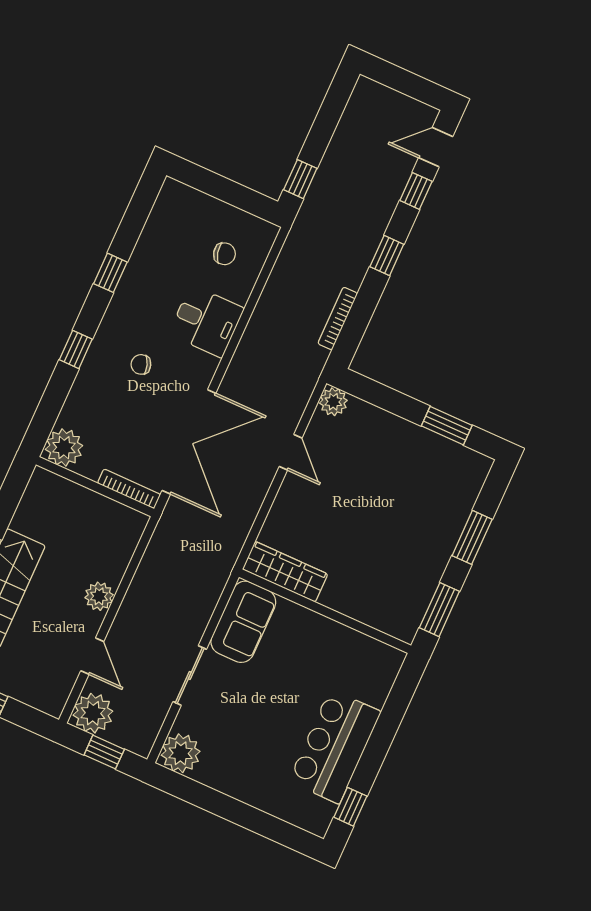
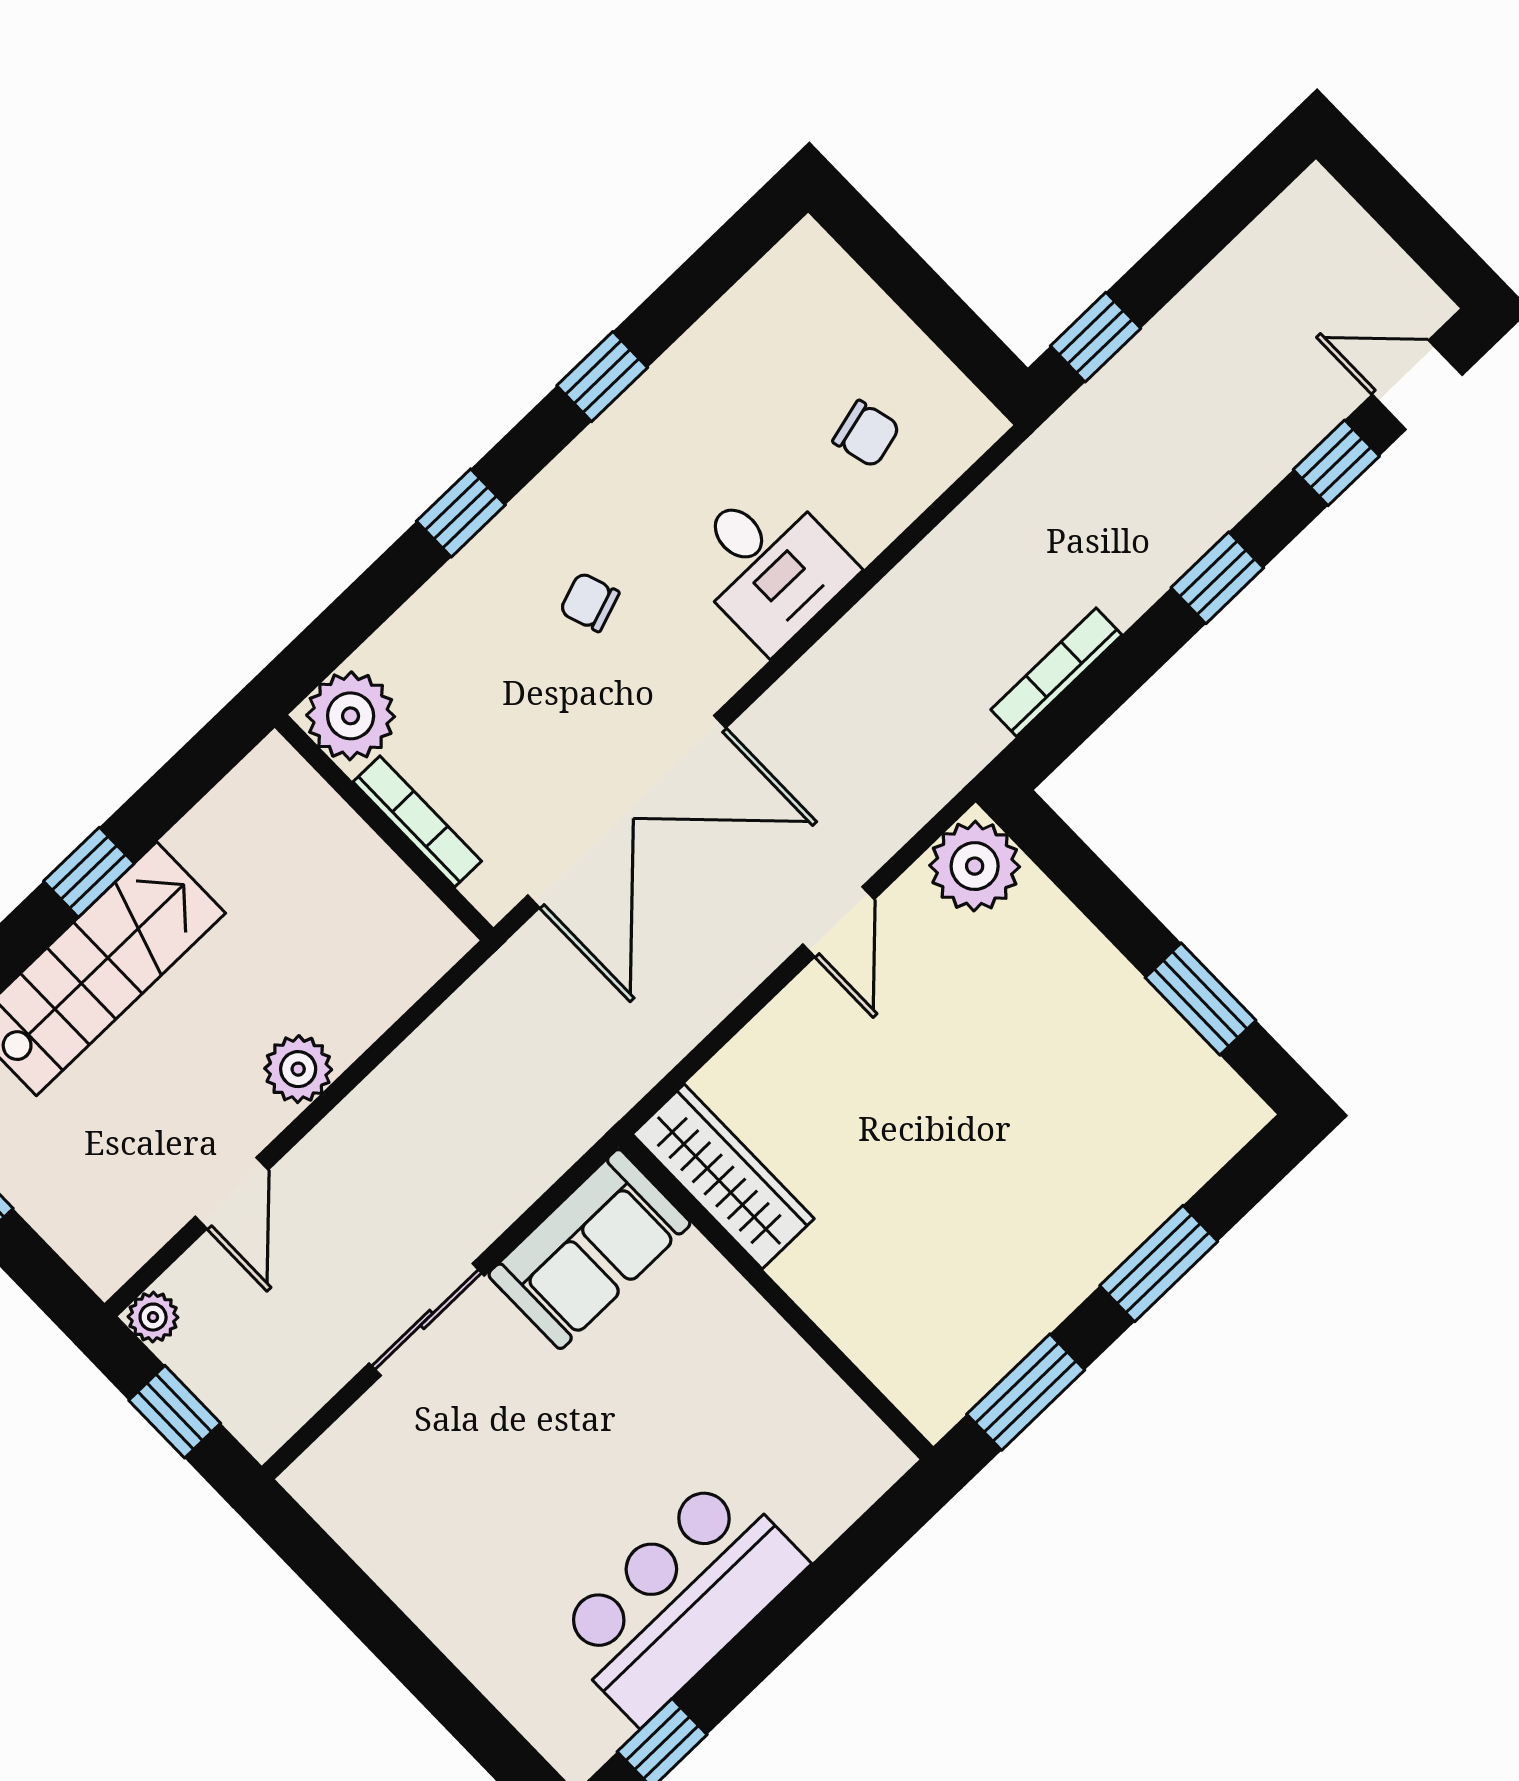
plant: (333, 402) -> (975, 866), width x1.36, depth x1.36
bookcase: (129, 489) -> (417, 822), moved
plant: (93, 713) -> (153, 1317), width x0.53, depth x0.53
plant: (181, 753) -> (340, 1480), removed

